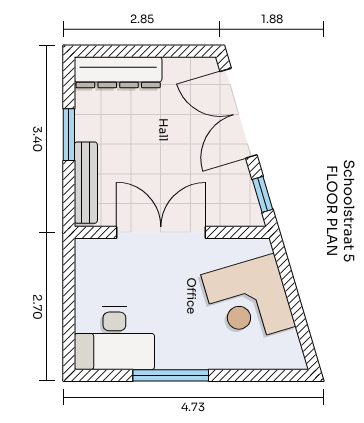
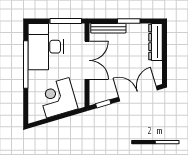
window: (69, 282) -> (66, 21), added
desk: (114, 338) -> (46, 47), width x1.36, depth x1.30
window: (171, 375) -> (26, 65), width x1.46

